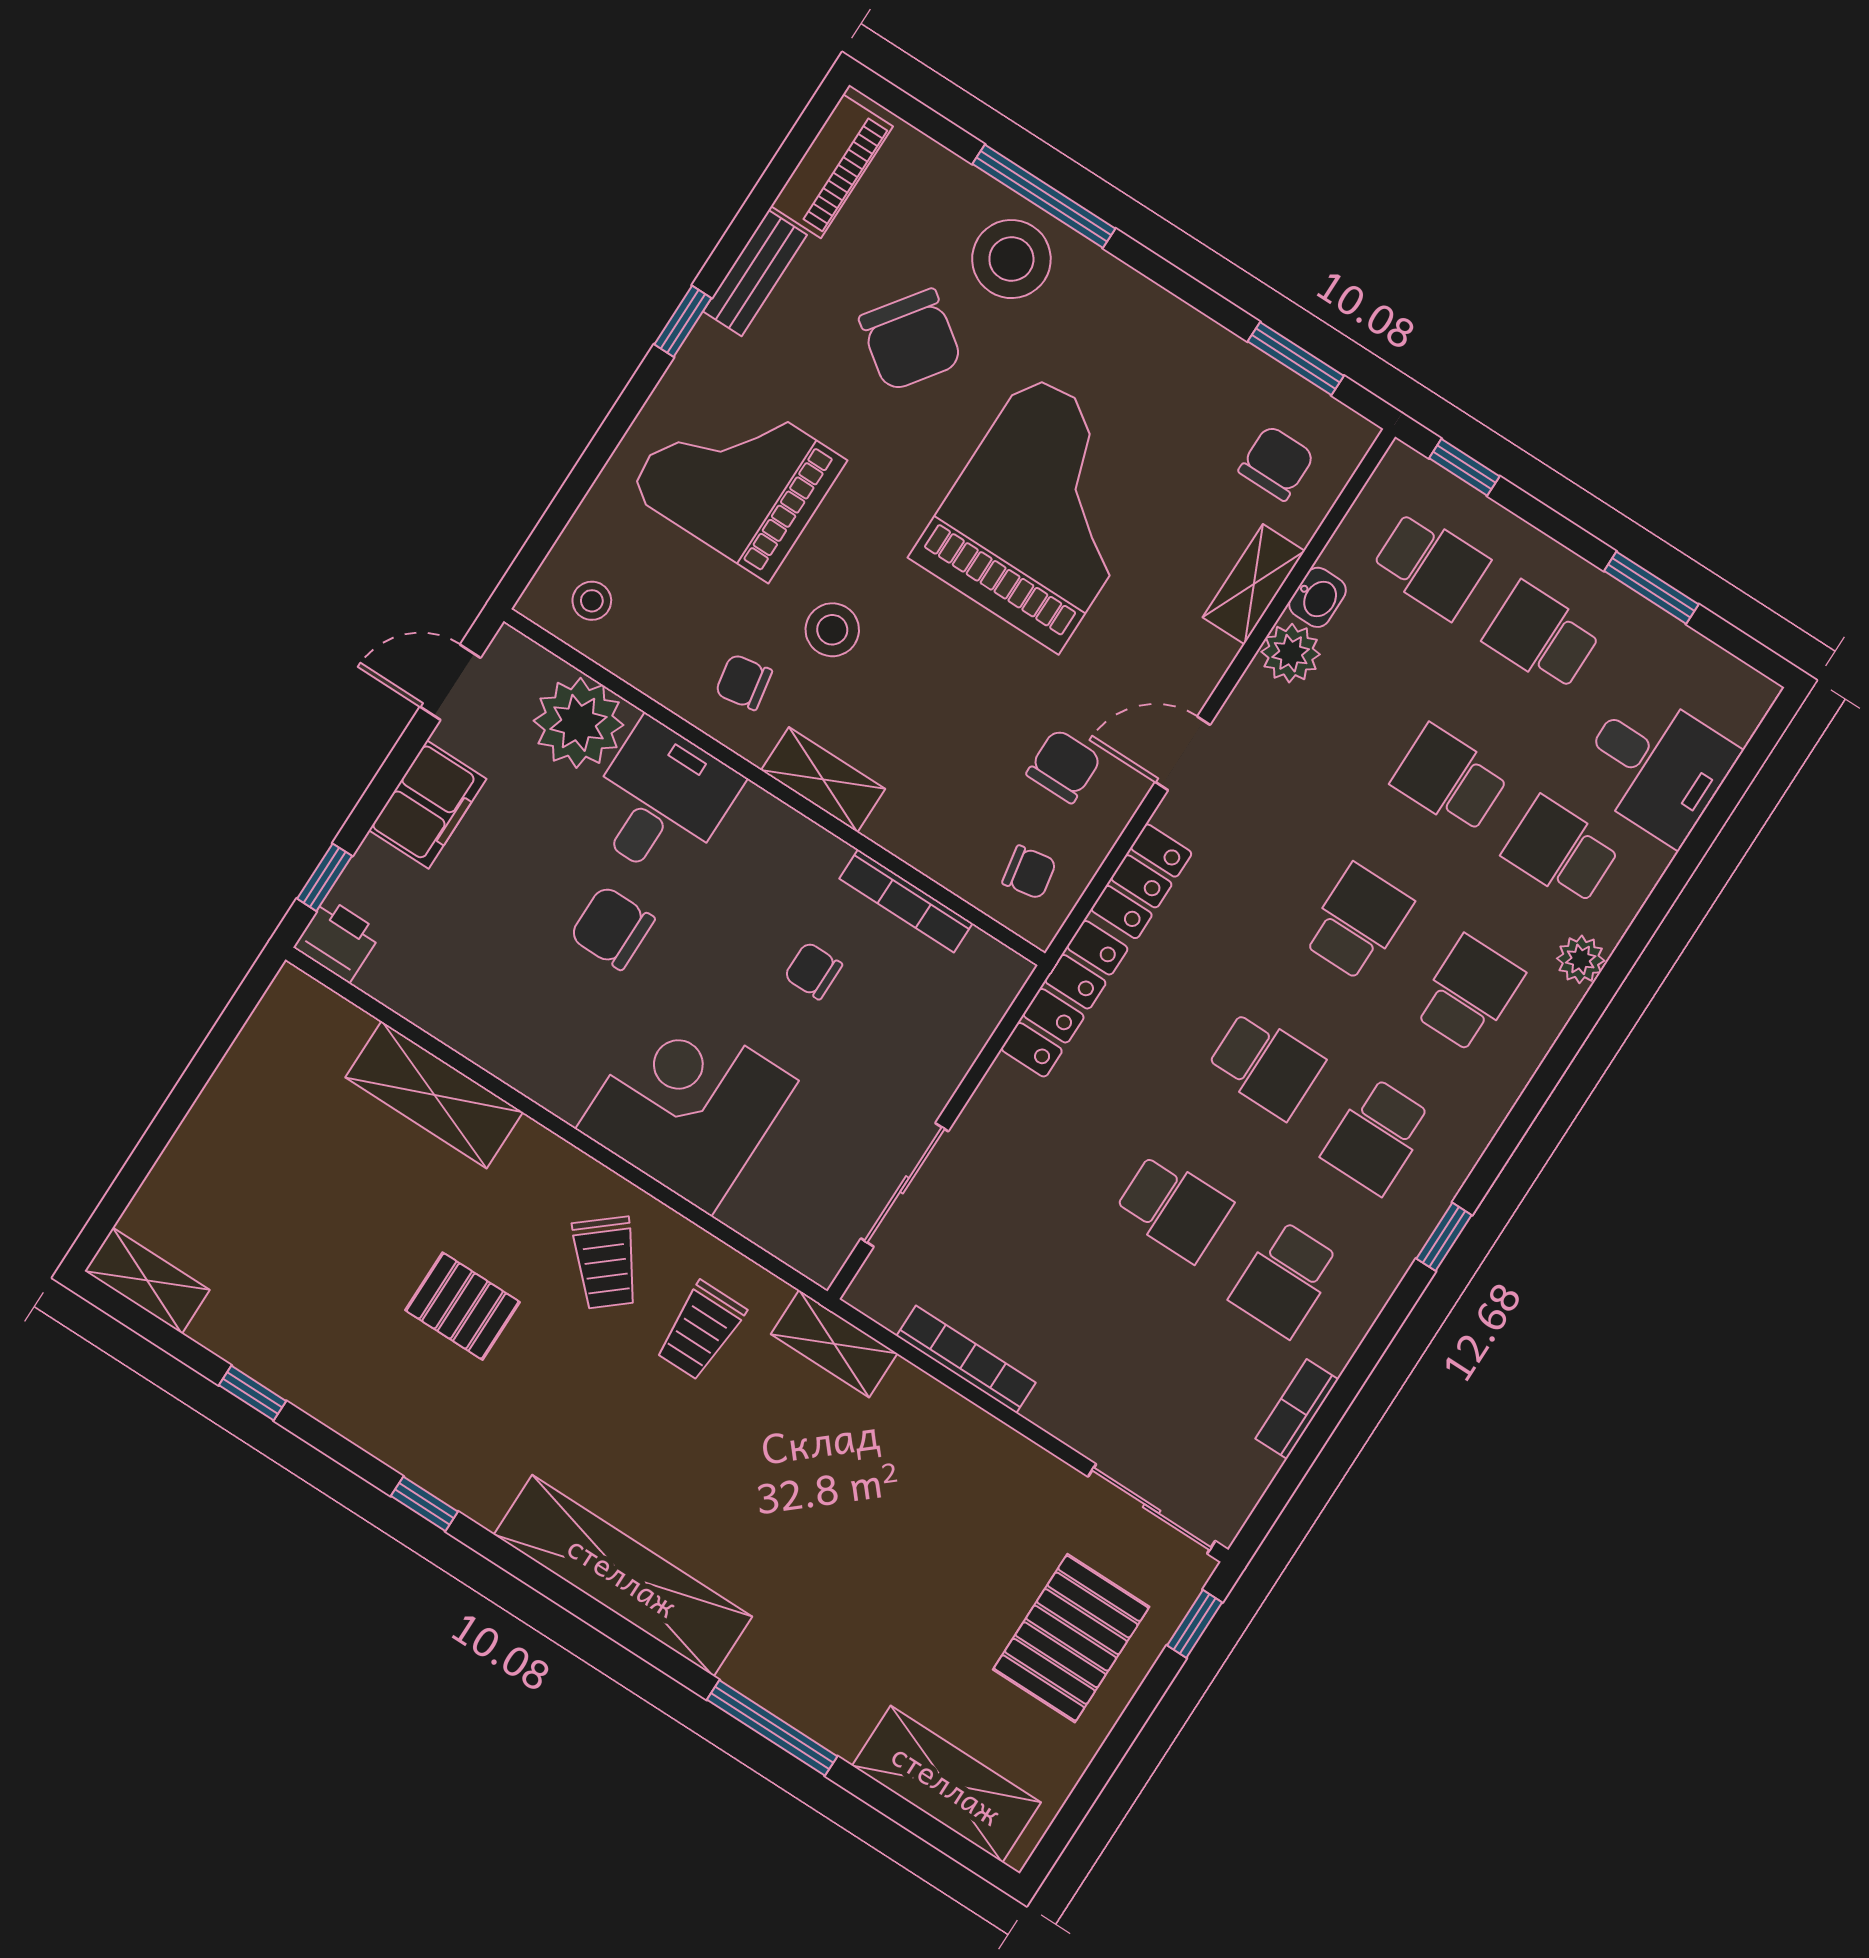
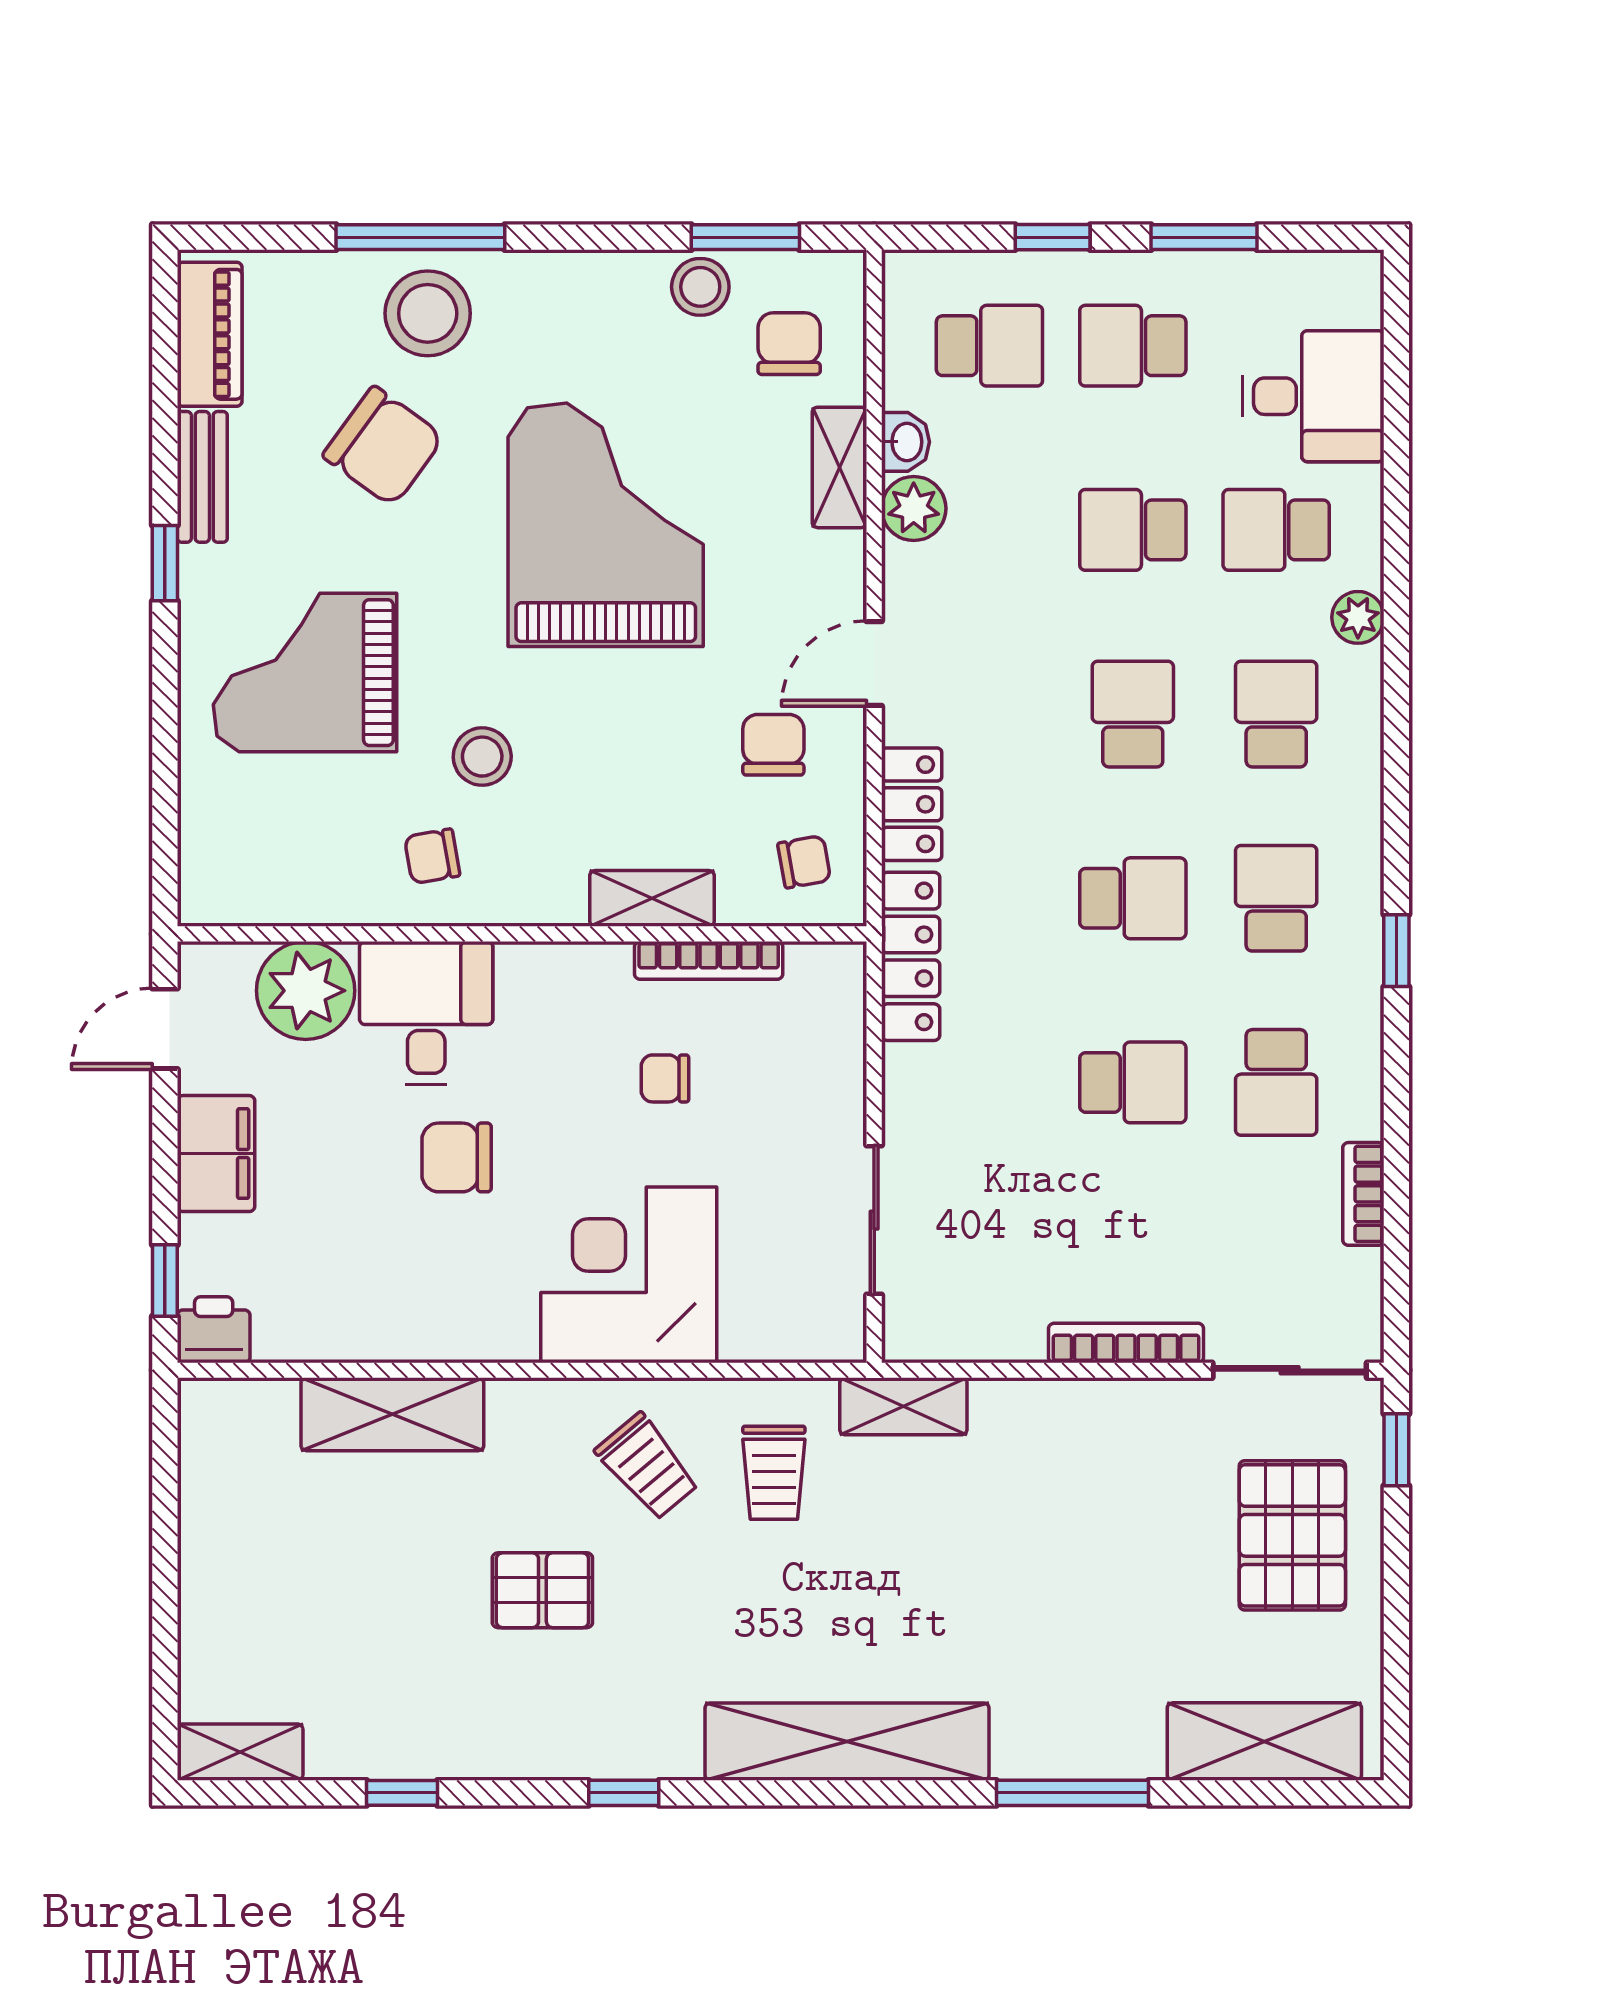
window: (1464, 467) -> (1053, 237), moved
stool: (592, 601) -> (700, 287), moved, width x1.37, depth x1.37
shelving: (823, 780) -> (652, 898), moved
school desk: (1377, 1136) -> (1276, 898), turned 180
bookcase: (966, 1359) -> (1126, 1343), moved

